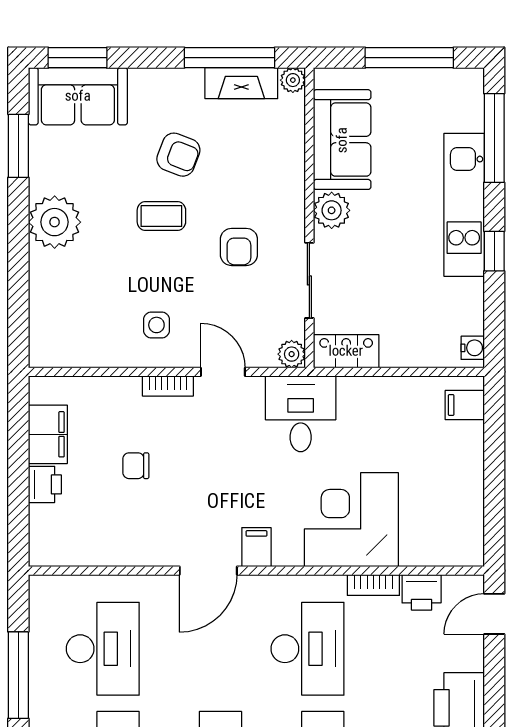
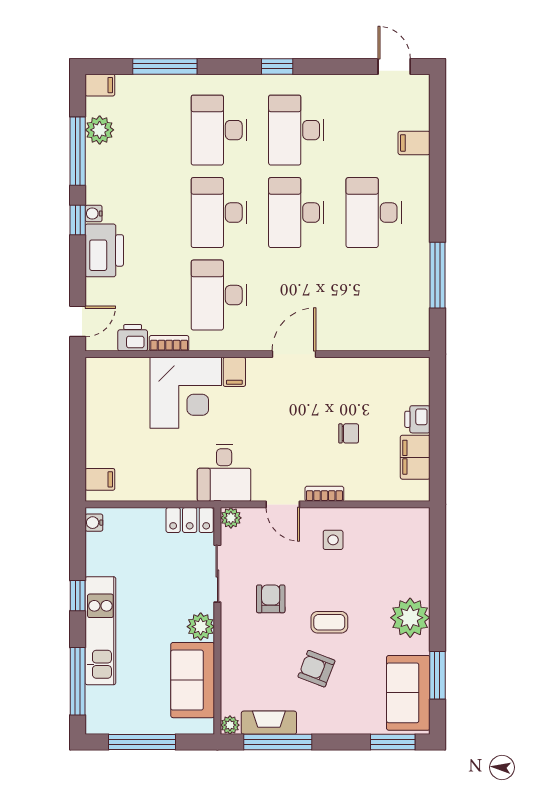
sofa: (78, 96) -> (408, 693), moved, turned -90
filing cabinet: (256, 547) -> (234, 372), moved
desk: (103, 649) -> (374, 295), removed

